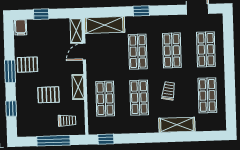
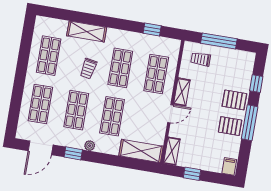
window: (141, 11) -> (73, 153), moved
window: (41, 14) -> (192, 174), moved
plant: (153, 20) -> (90, 146), added
door: (84, 52) -> (170, 114), moved
window: (10, 71) -> (250, 123), width x1.44
pallet: (49, 95) -> (234, 100), moved
window: (106, 139) -> (152, 30), moved

